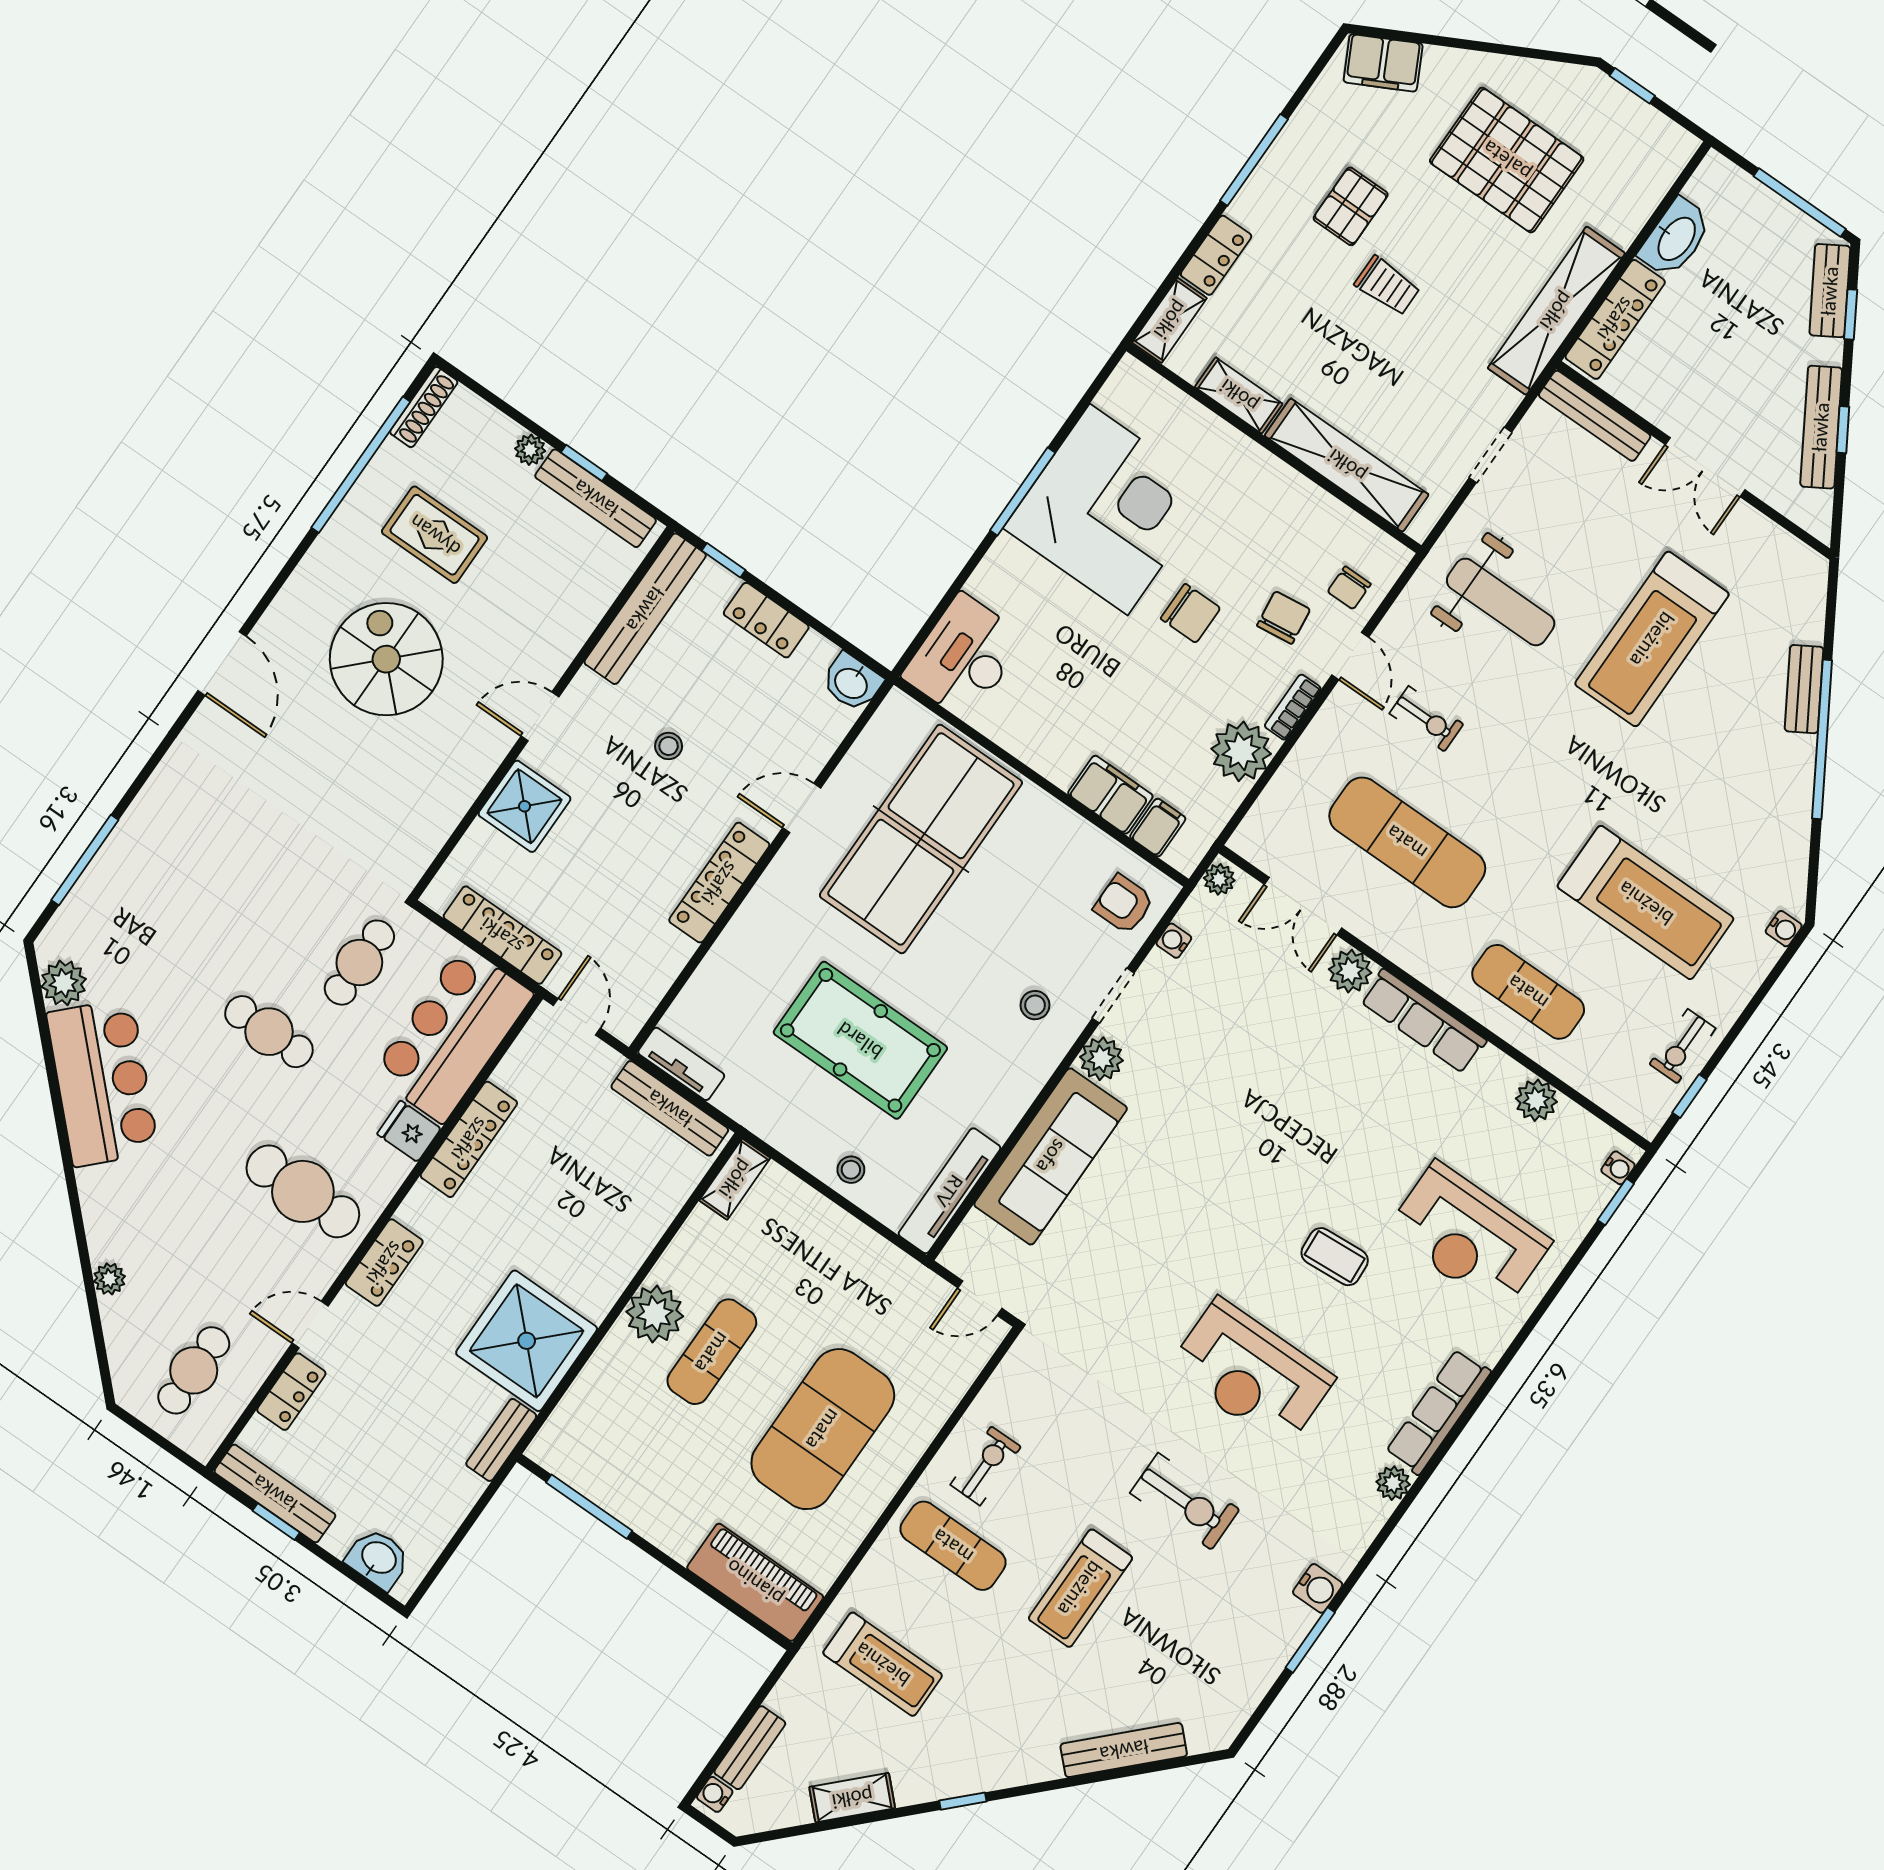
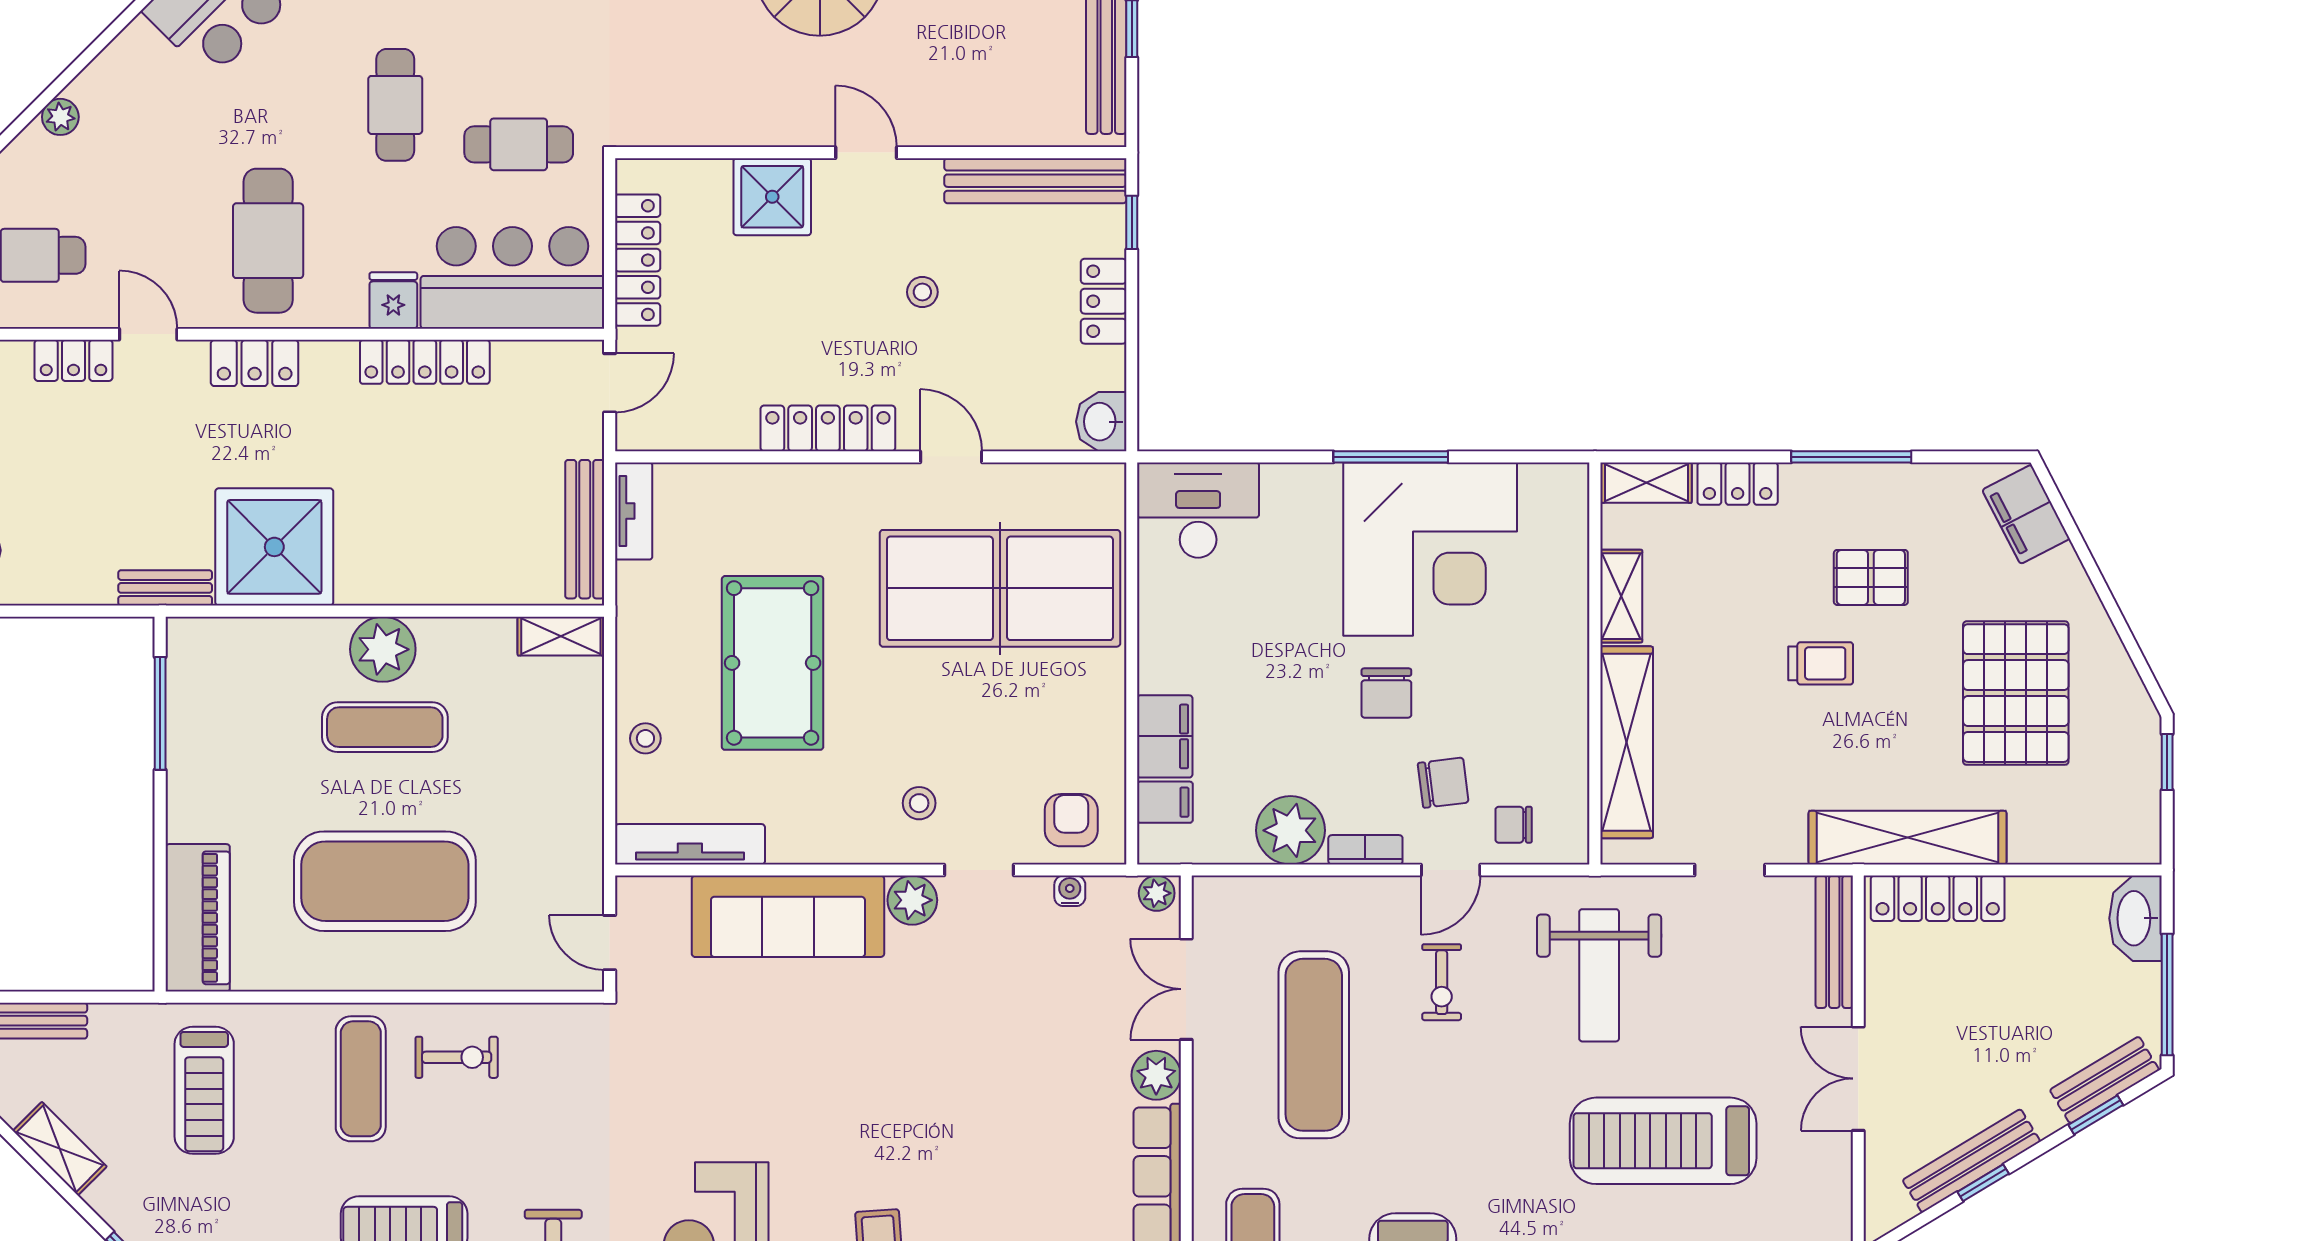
washbasin: (1676, 238) -> (2135, 918), moved, turned 90
trolley: (1387, 286) -> (1821, 663), turned -90

